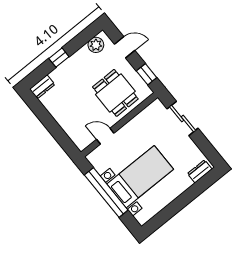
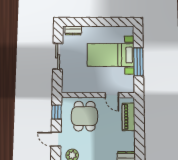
sliding door: (183, 119) -> (58, 56), moved
piano: (71, 128) -> (129, 117), added
window: (106, 193) -> (138, 62), width x0.68

